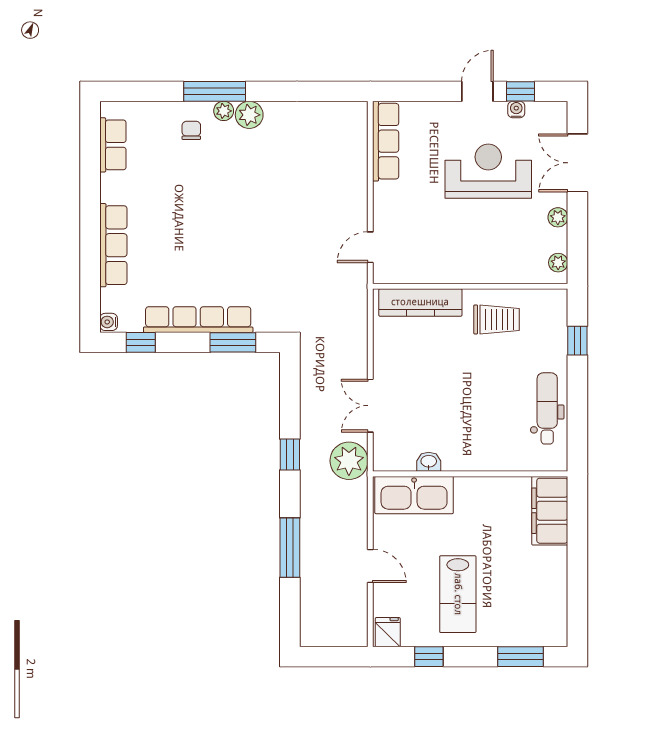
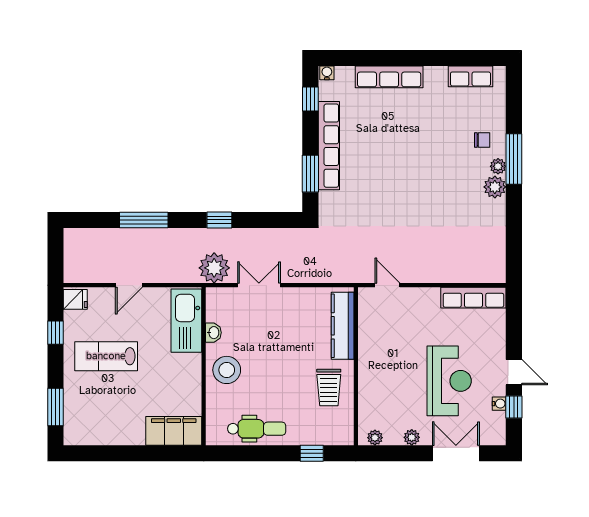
stool: (475, 445) -> (227, 370), added

